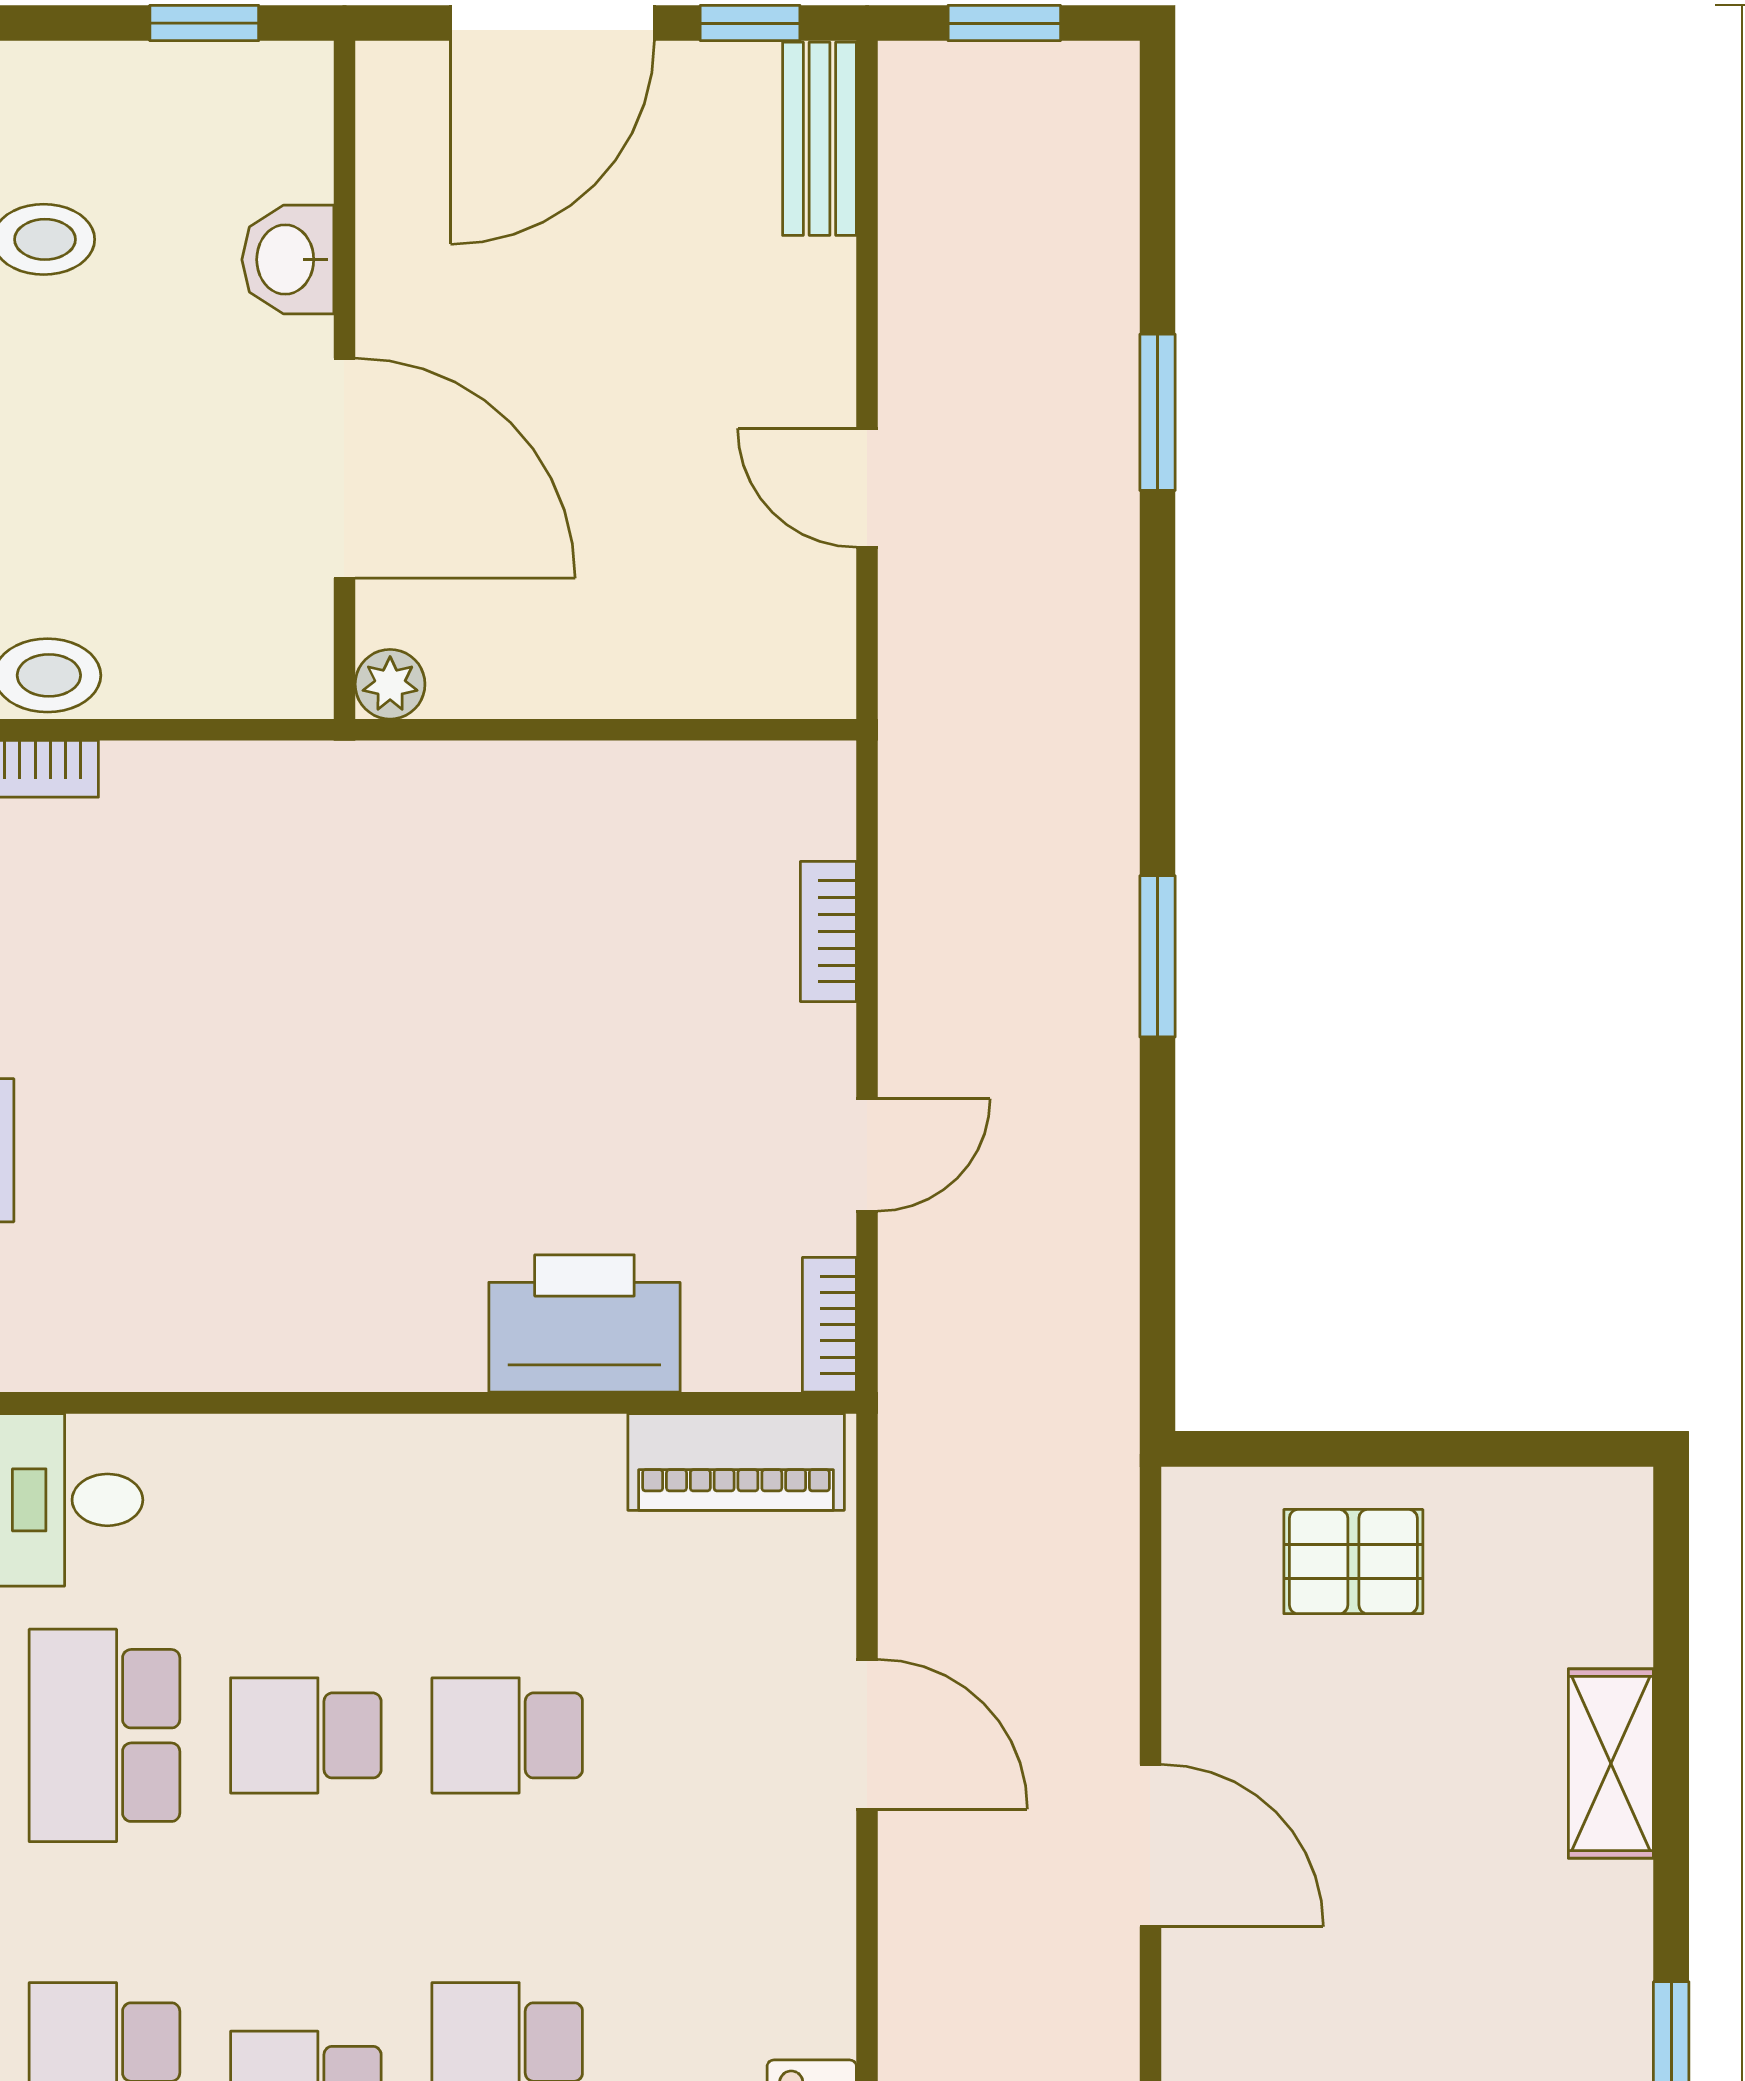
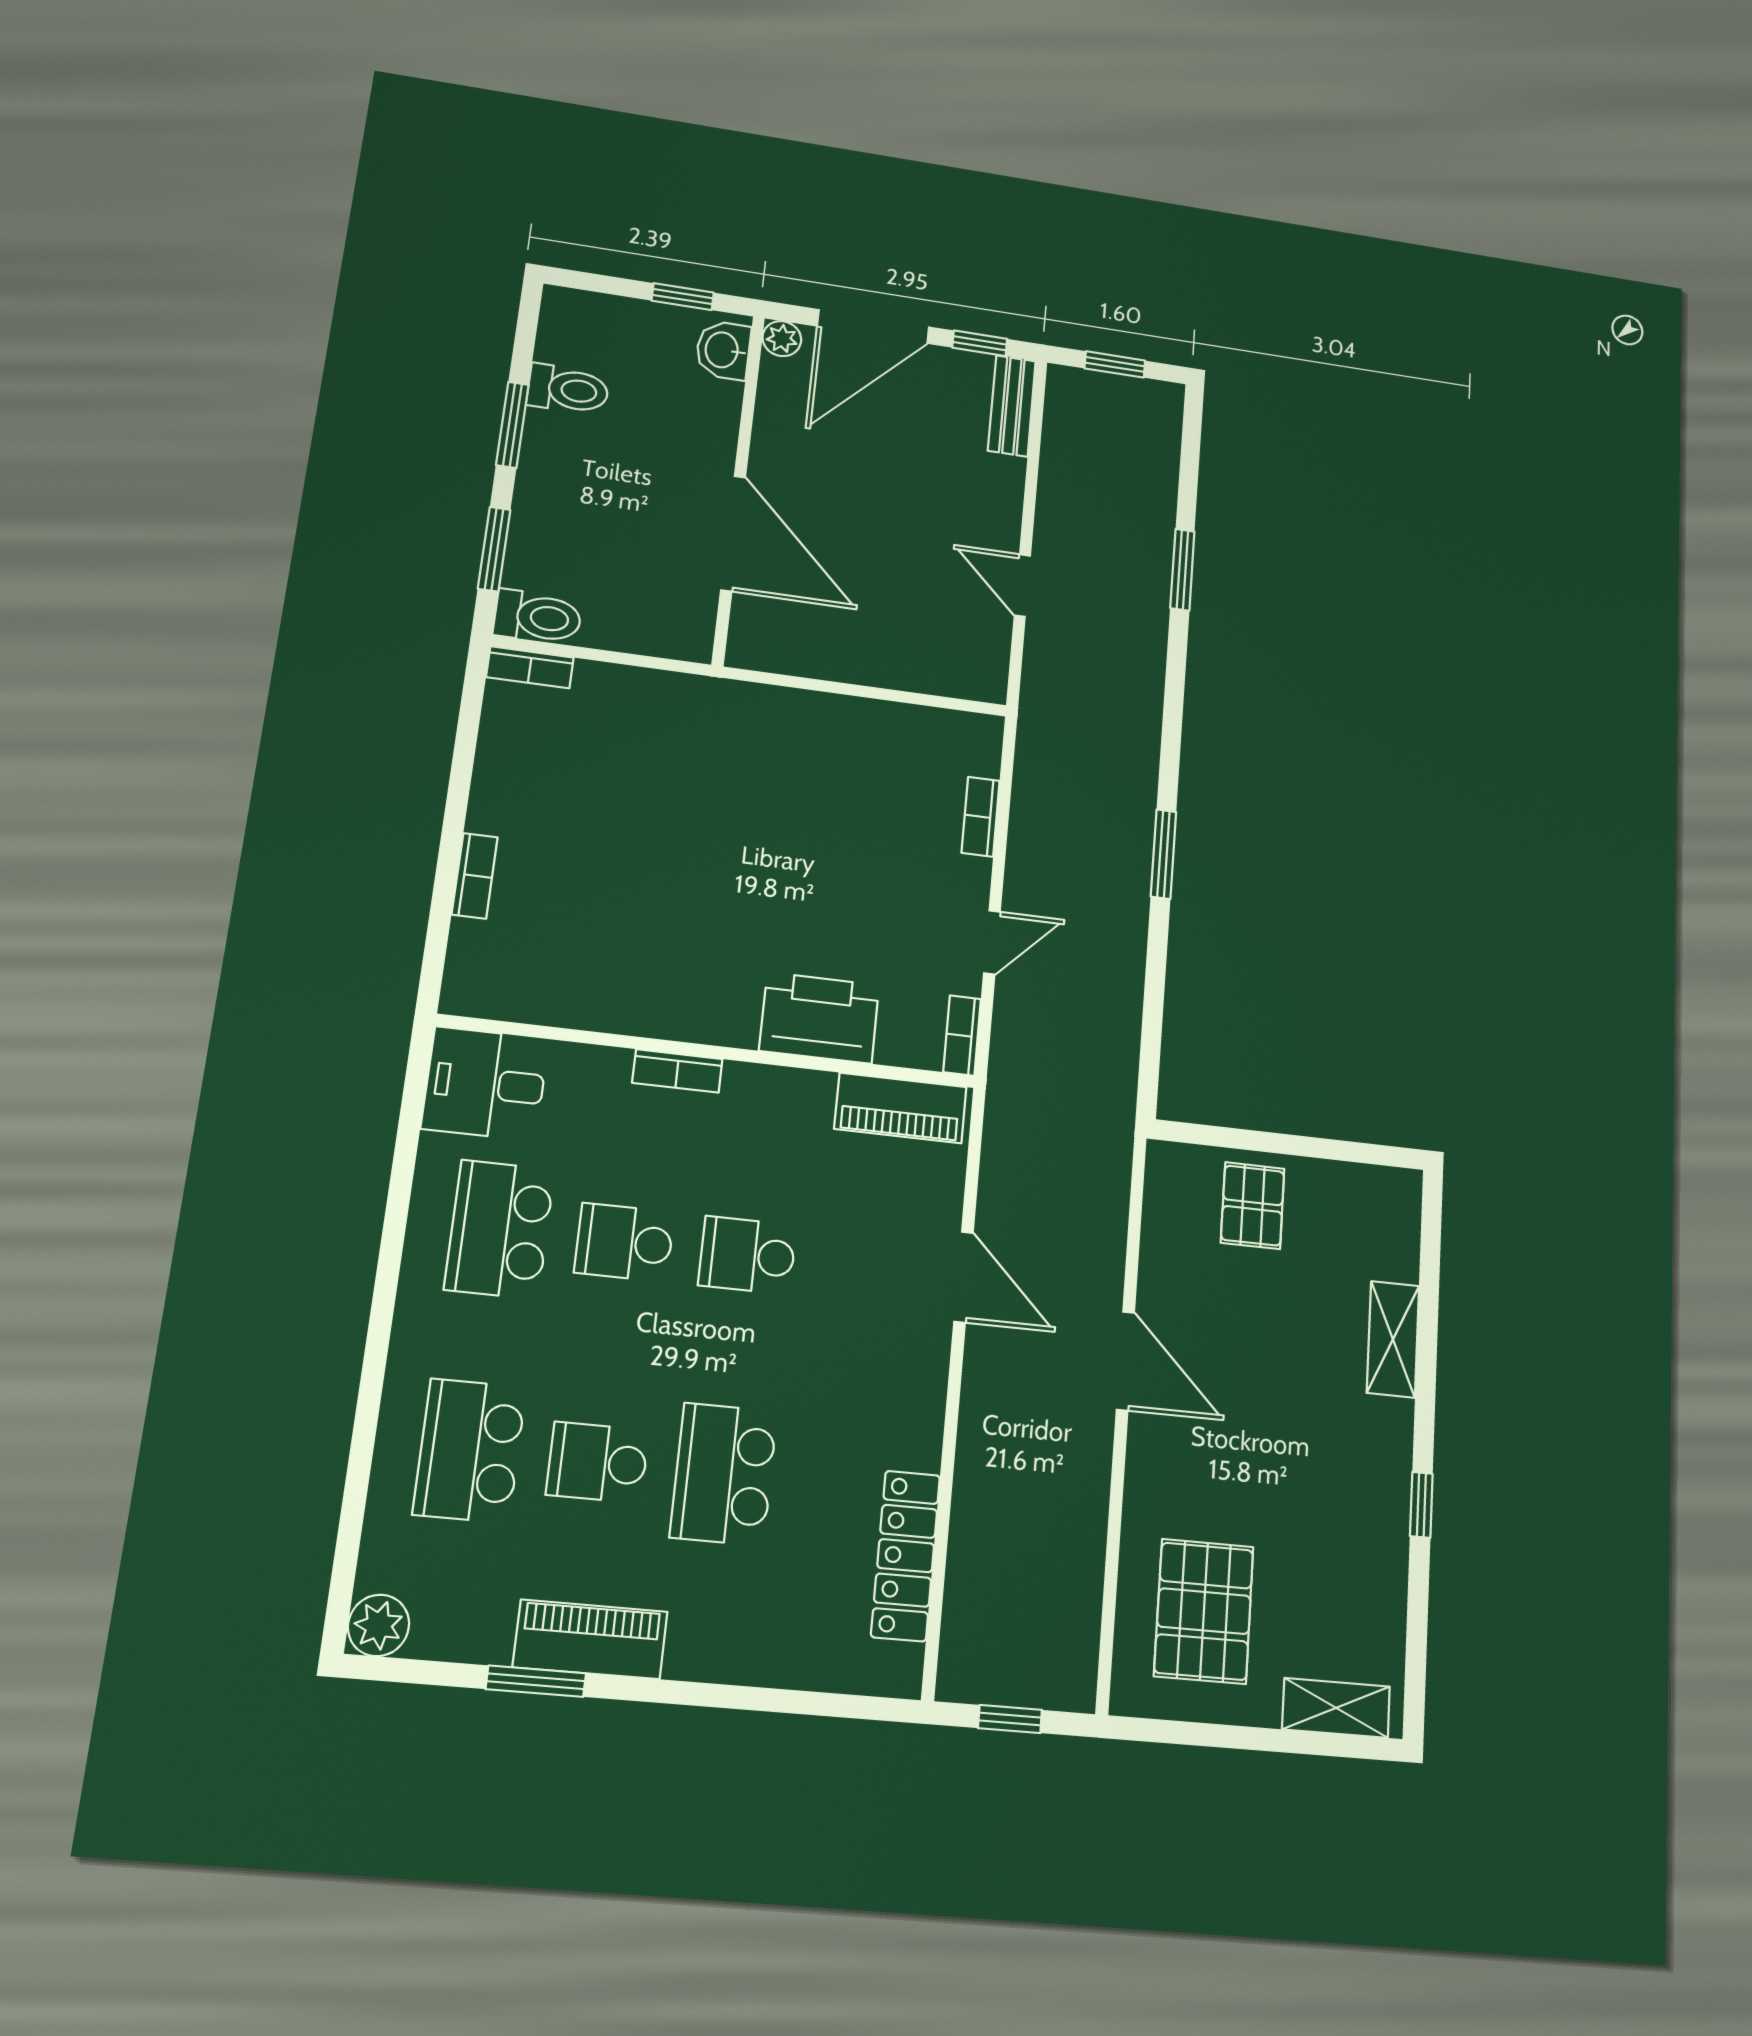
washbasin: (288, 260) -> (723, 350), moved
plant: (390, 684) -> (782, 339), moved
bookcase: (358, 1442) -> (677, 1071), added
pallet: (1353, 1562) -> (1253, 1206), turned 90

